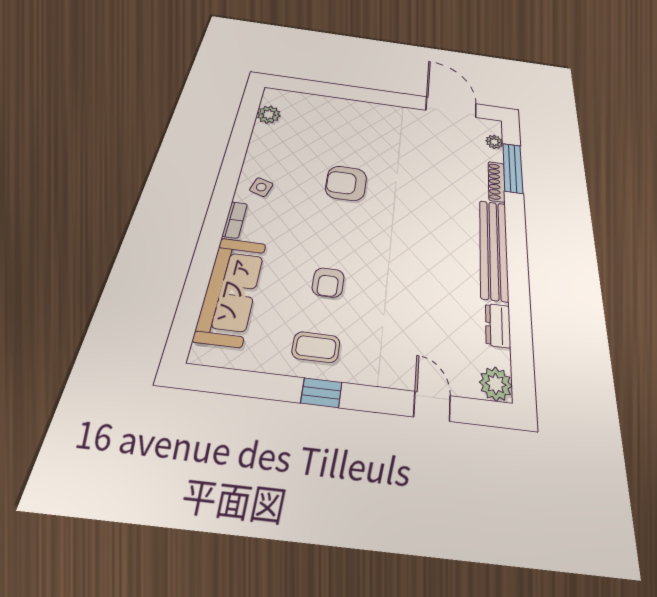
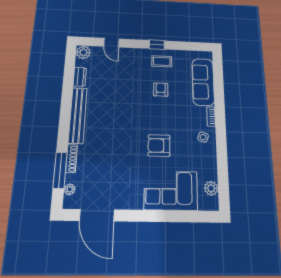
corner sofa: (336, 120) -> (171, 191), added
armchair: (346, 183) -> (159, 146), turned 180

